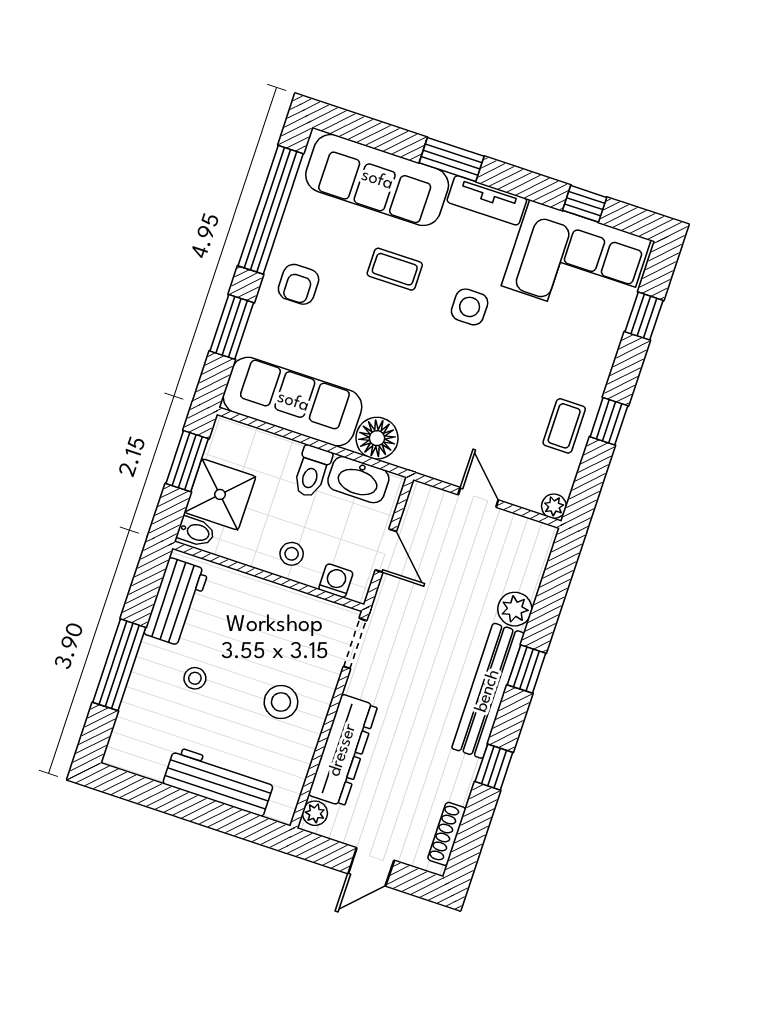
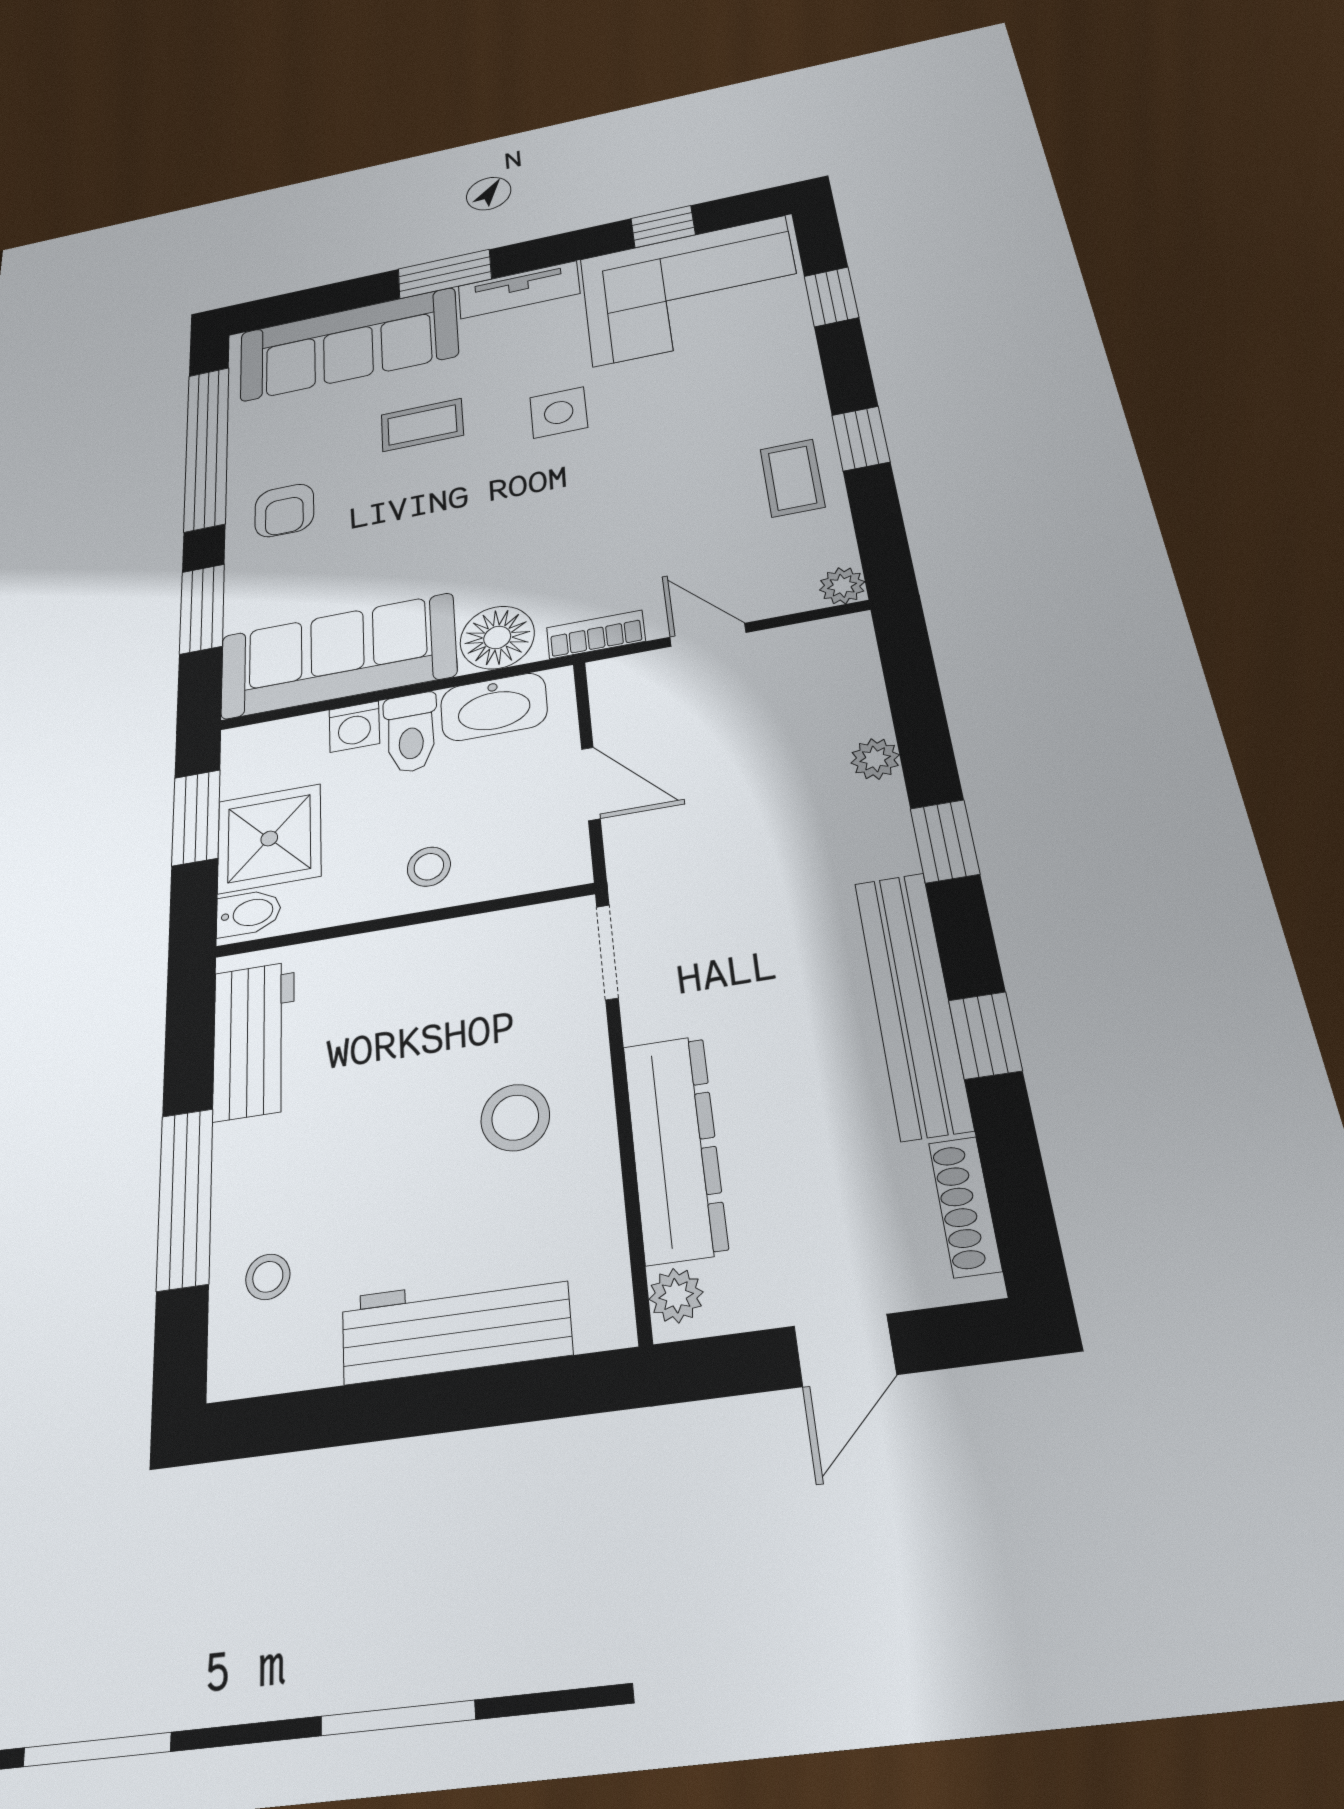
bookcase: (426, 465) -> (596, 634), added
washing machine: (336, 581) -> (354, 727), moved, turned 180
plant: (515, 609) -> (875, 759), width x0.73, depth x0.73
stool: (195, 678) -> (268, 1277), moved
bench: (488, 691) -> (913, 1003), moved

